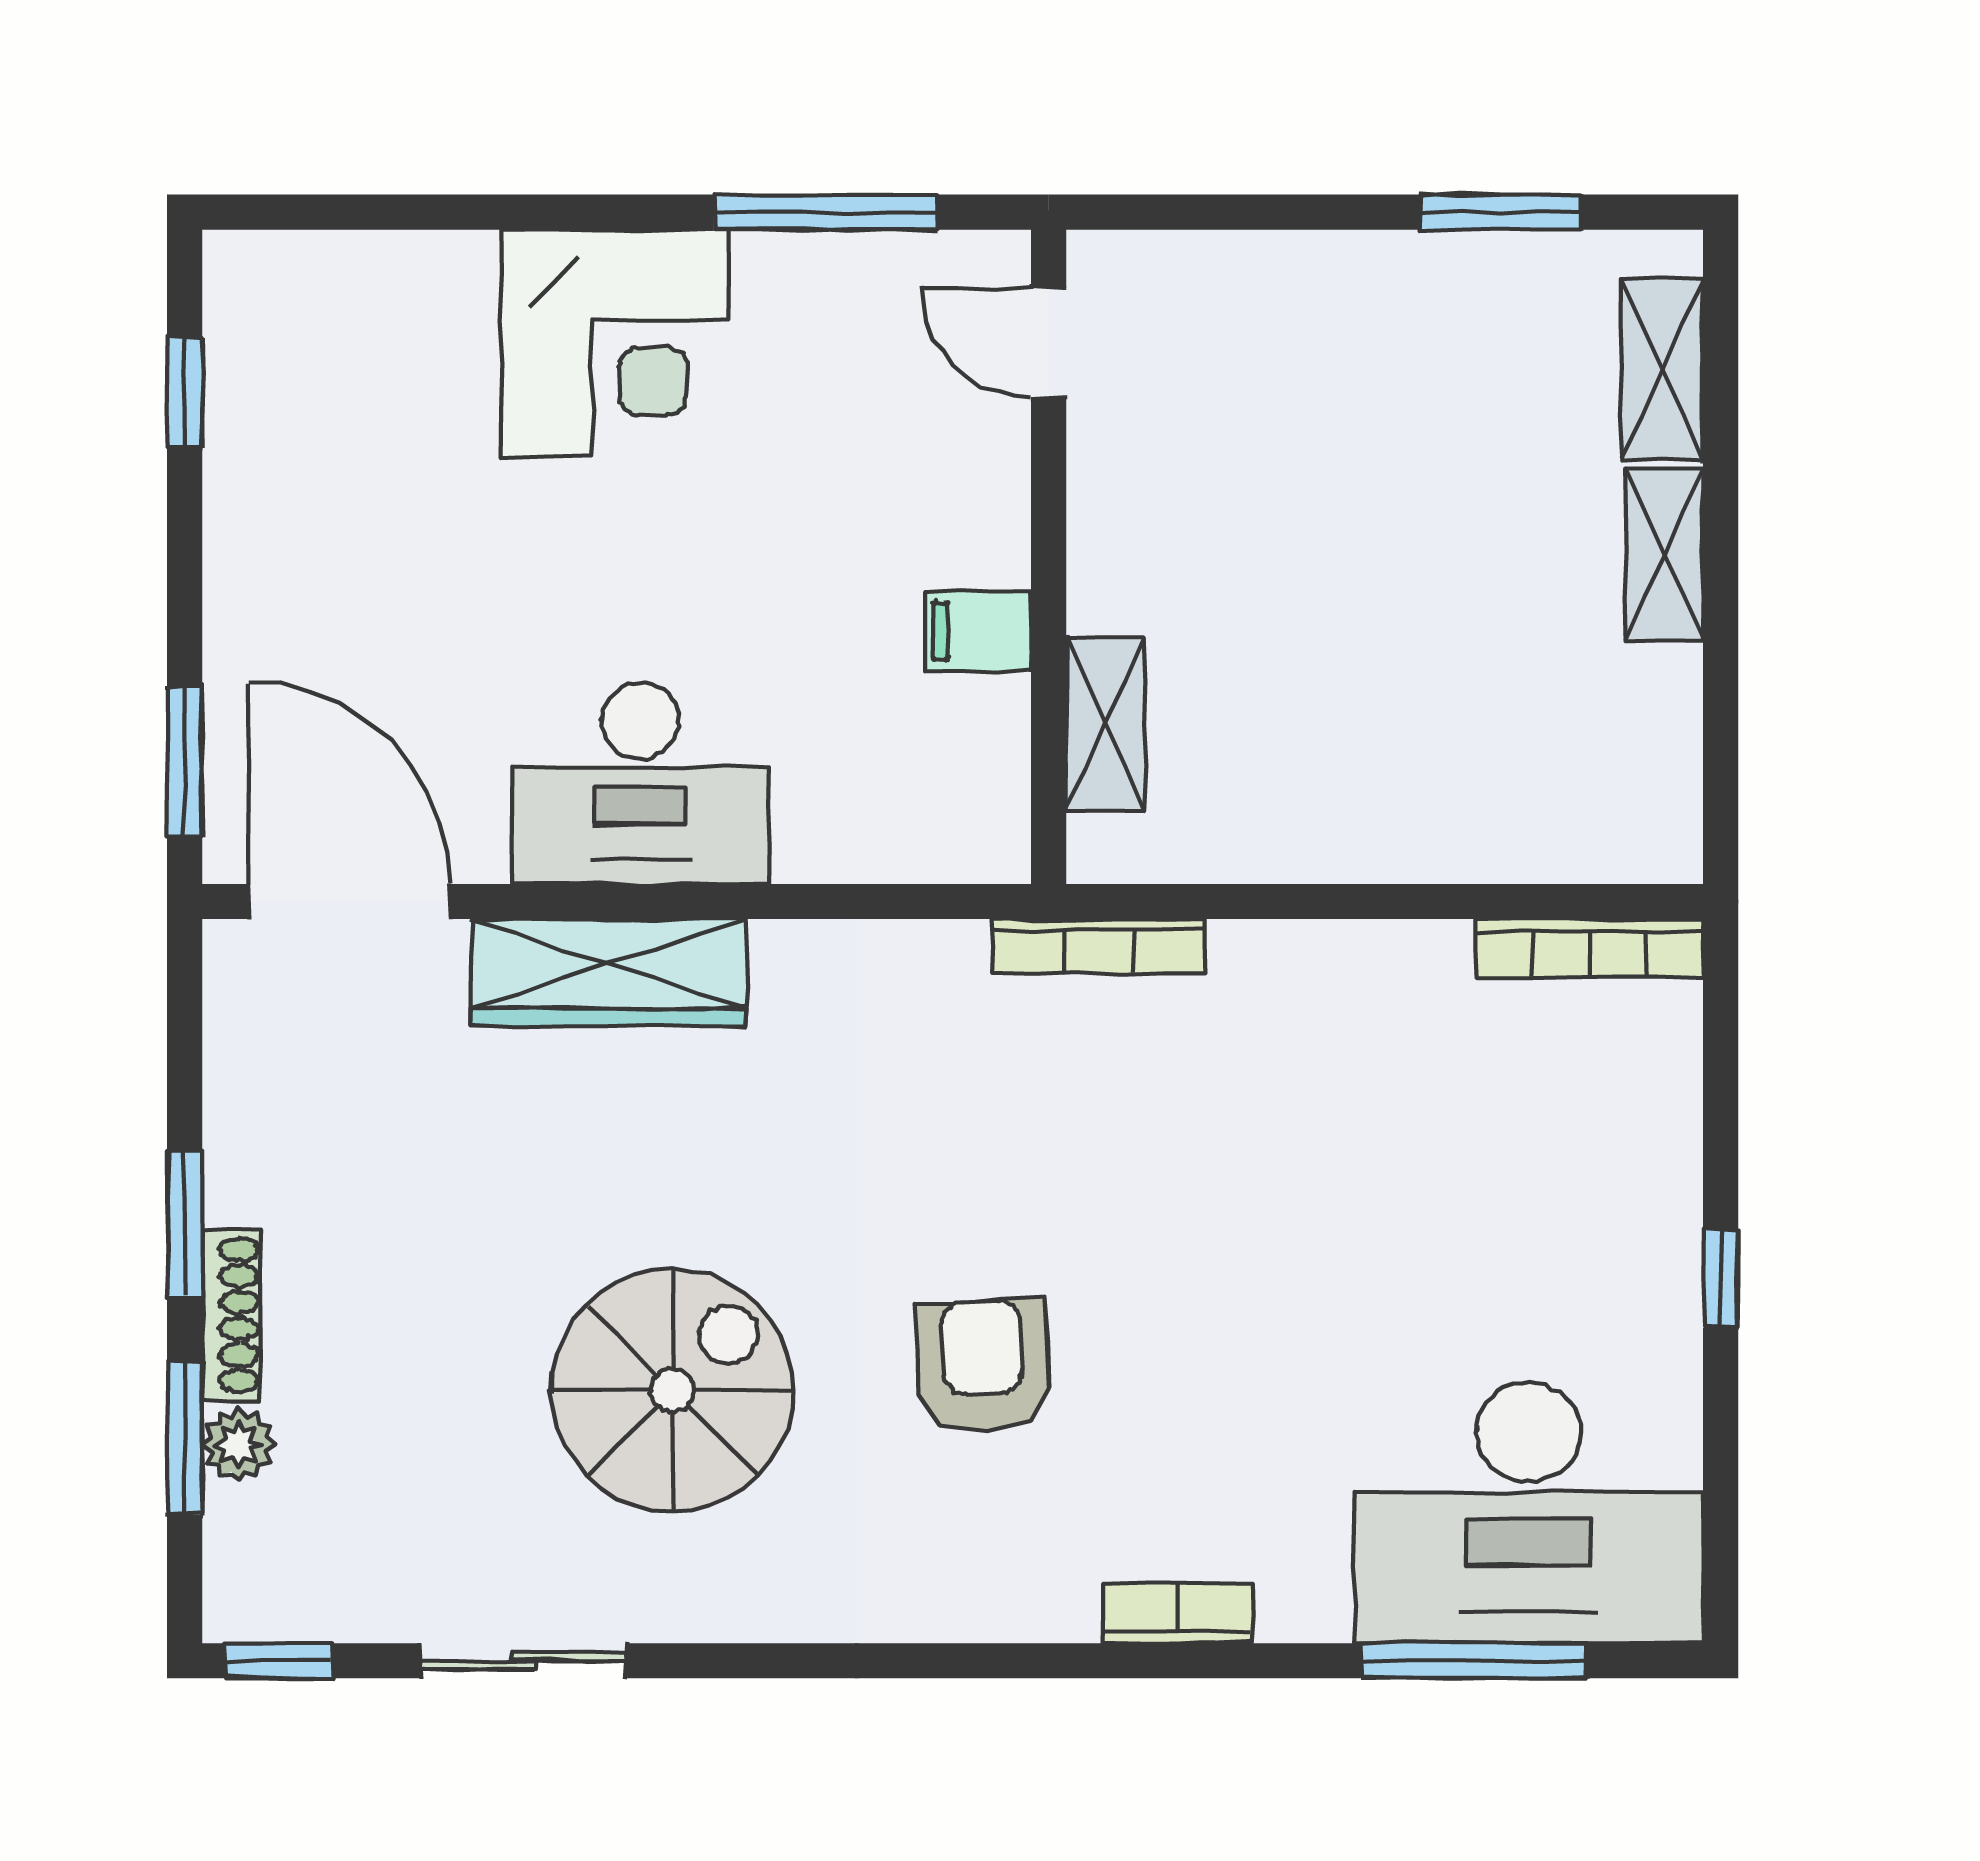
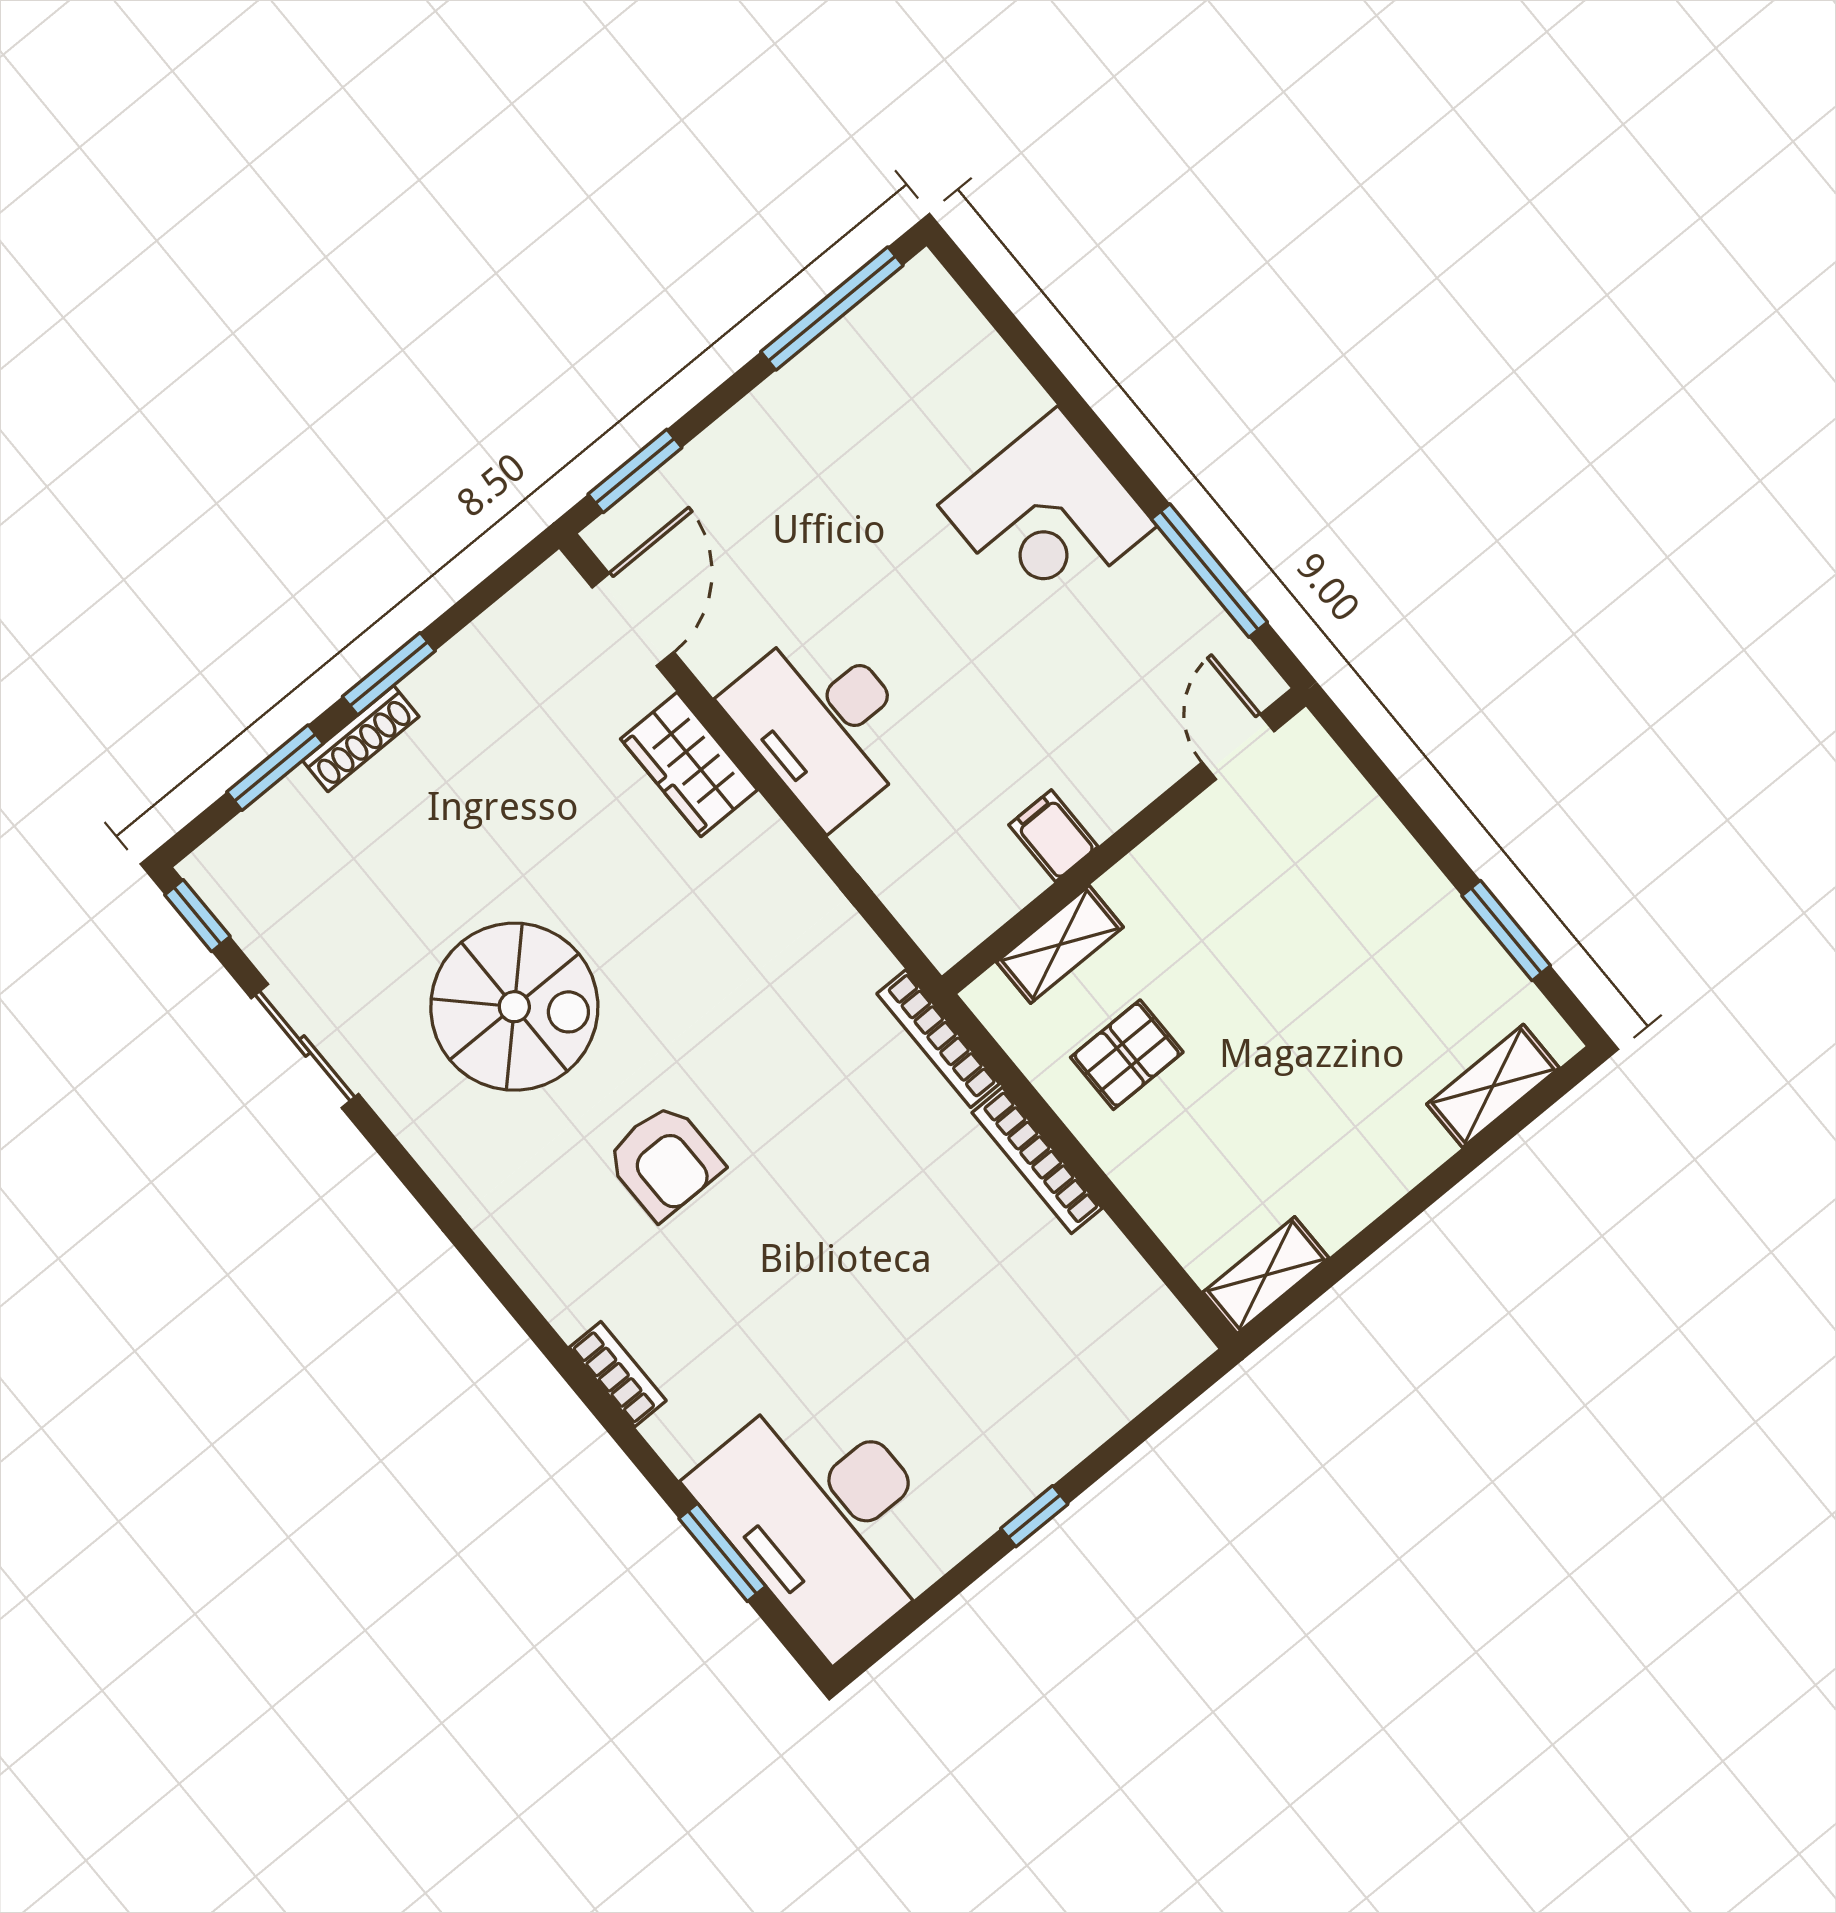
window: (185, 393) -> (832, 309), width x2.17
shelving: (1664, 554) -> (1266, 1275), moved
pallet: (1290, 750) -> (1127, 1055), added
door: (349, 902) -> (633, 620), width x0.73
bookcase: (1590, 948) -> (1037, 1160), moved
wardrobe: (608, 972) -> (689, 764), width x0.67
armchair: (983, 1366) -> (664, 1161), turned 93
plant: (239, 1445) -> (295, 799), removed
window: (1474, 1661) -> (722, 1552), width x0.69

